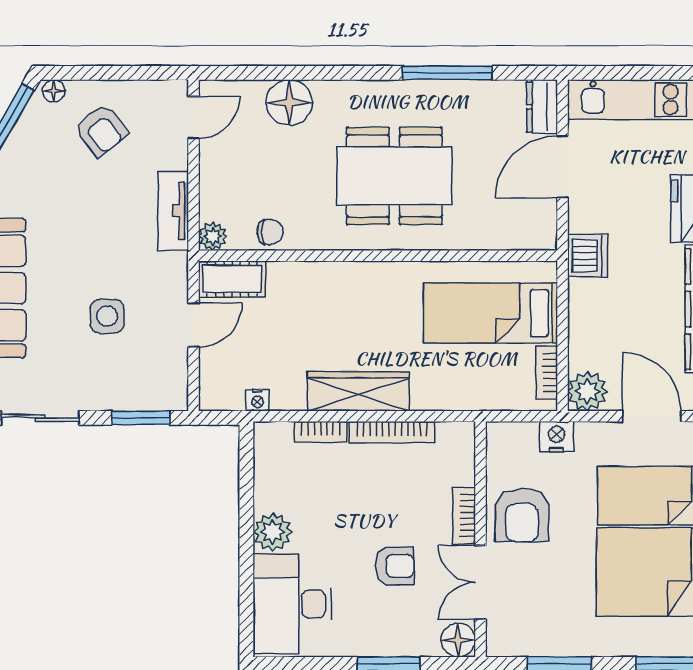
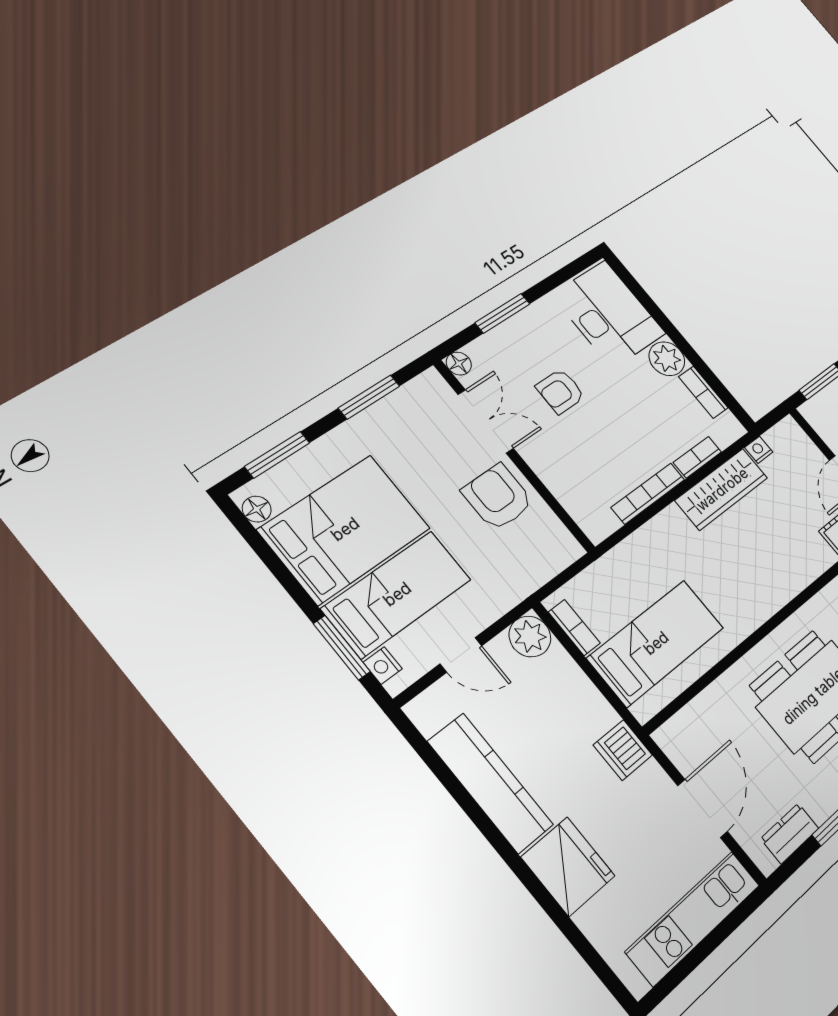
dresser: (542, 107) -> (790, 833), moved, turned -90
wardrobe: (358, 391) -> (722, 489), moved
door: (652, 416) -> (461, 655), width x0.73
nightstand: (556, 437) -> (523, 580), removed
bookcase: (464, 515) -> (703, 392), moved, turned 180
floor lamp: (458, 640) -> (459, 364), width x0.73, depth x0.73

